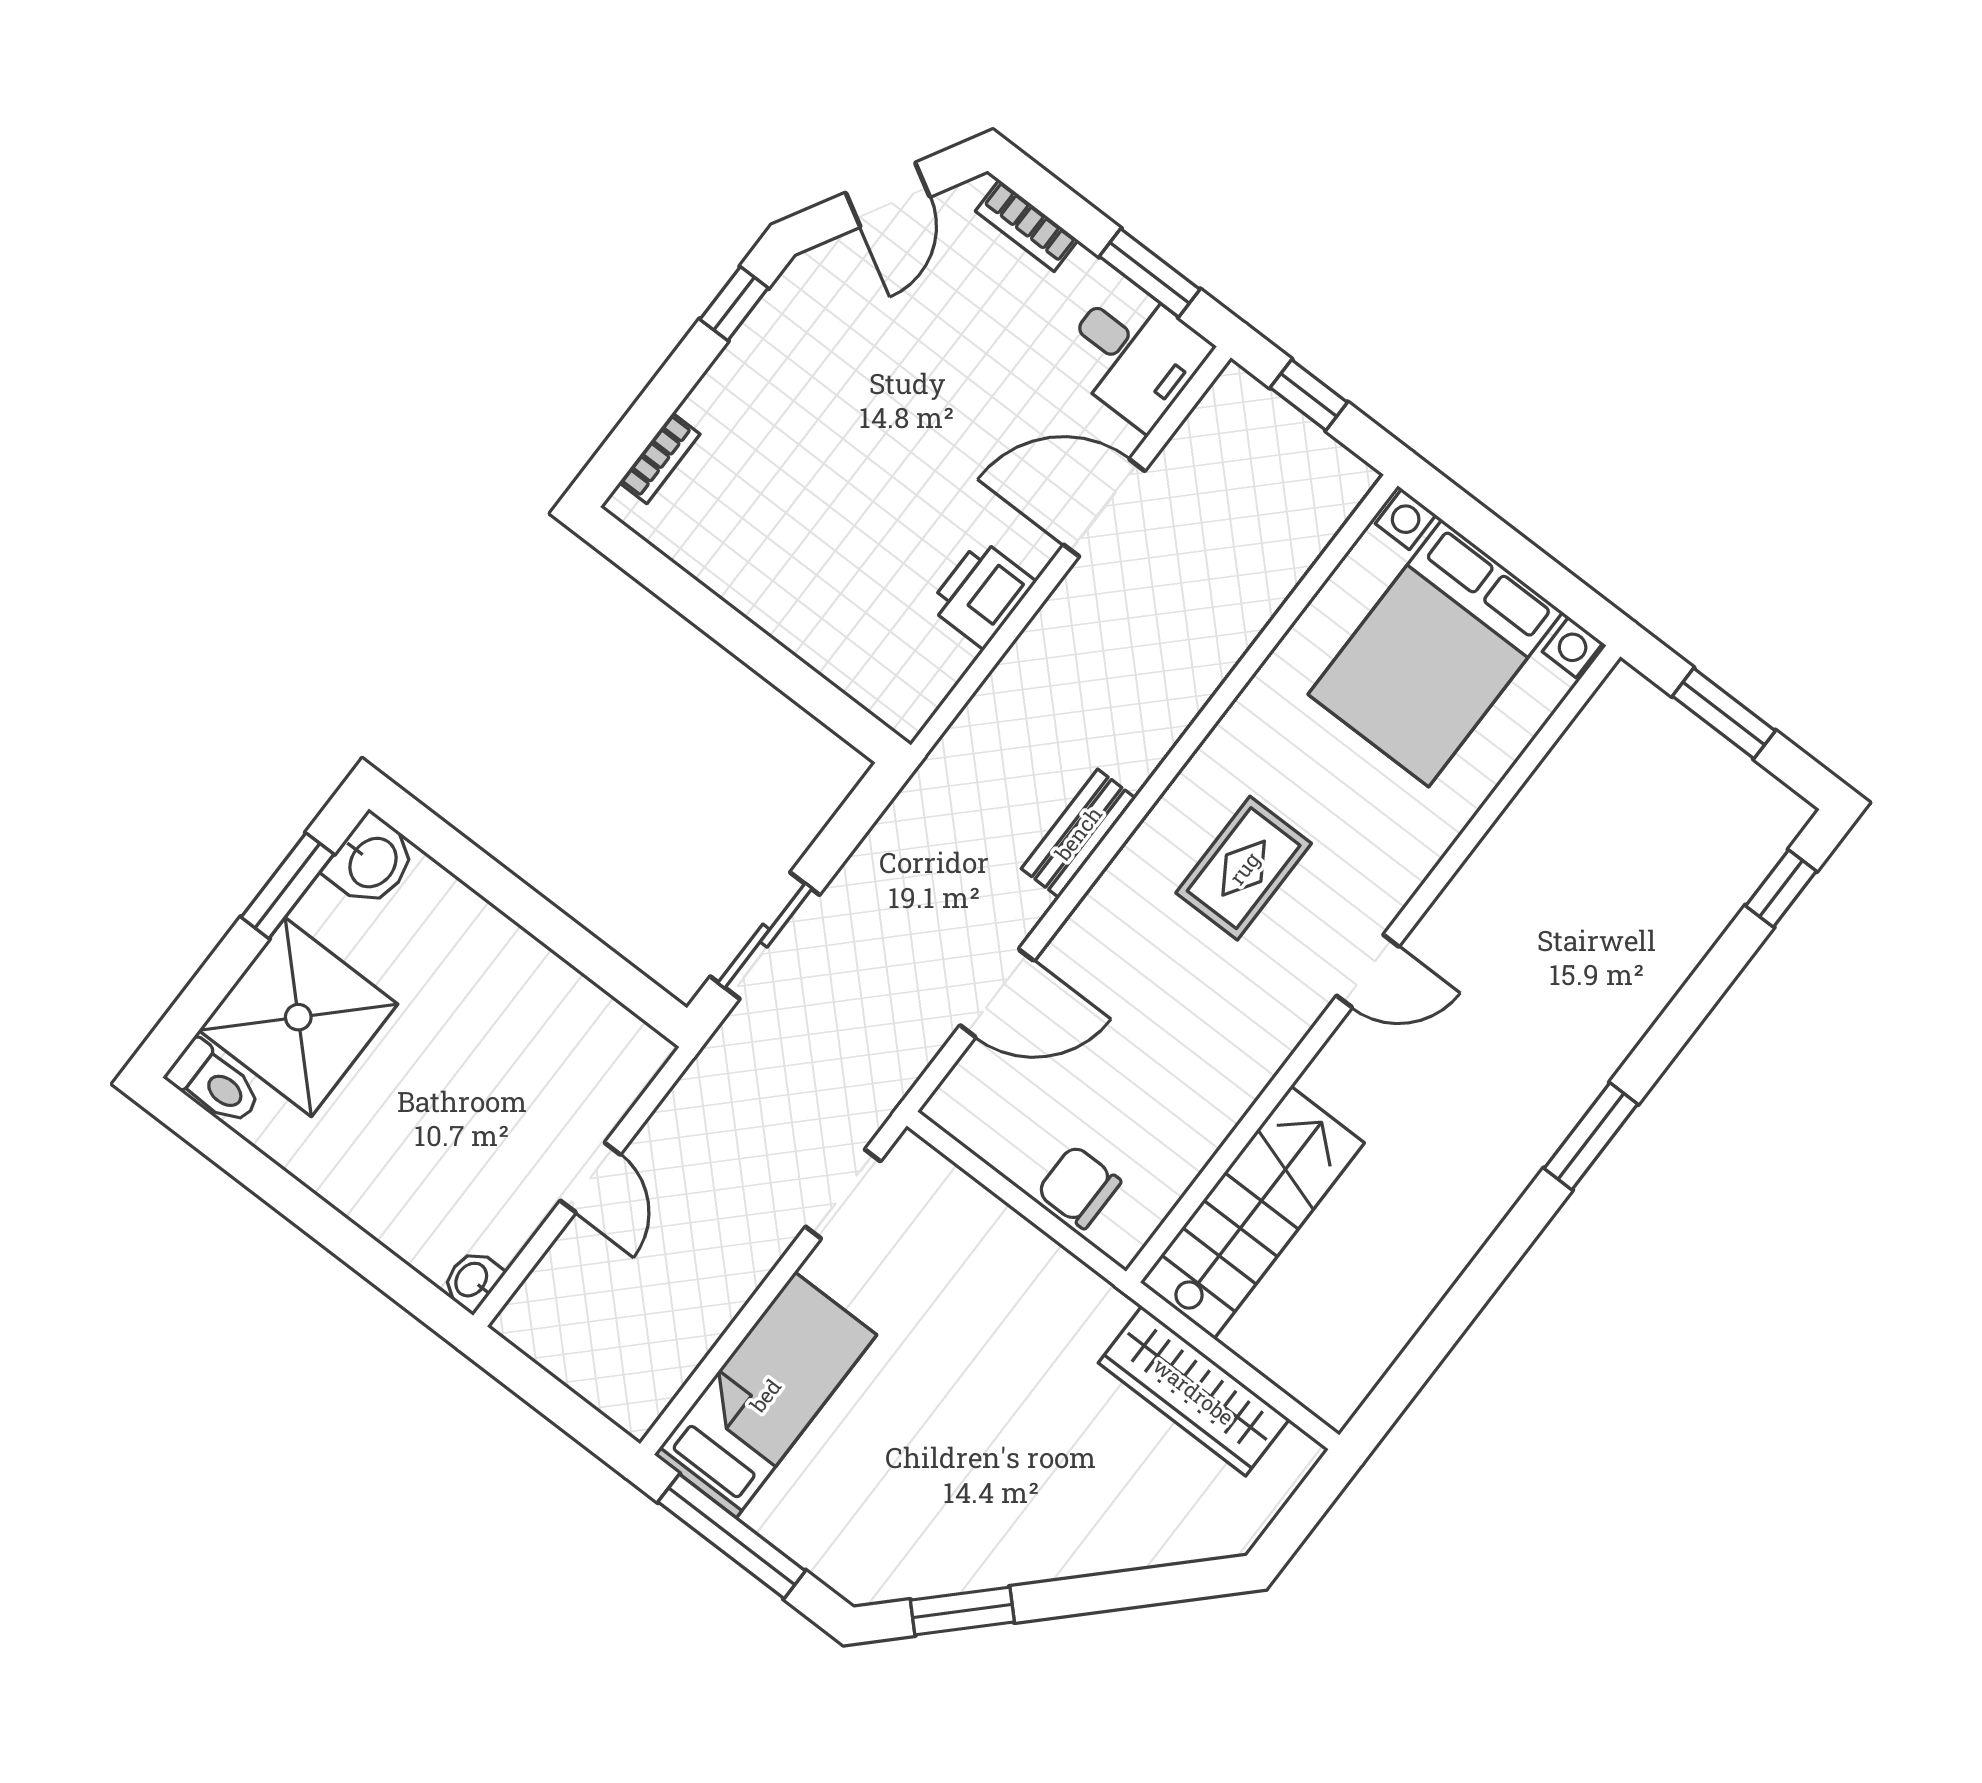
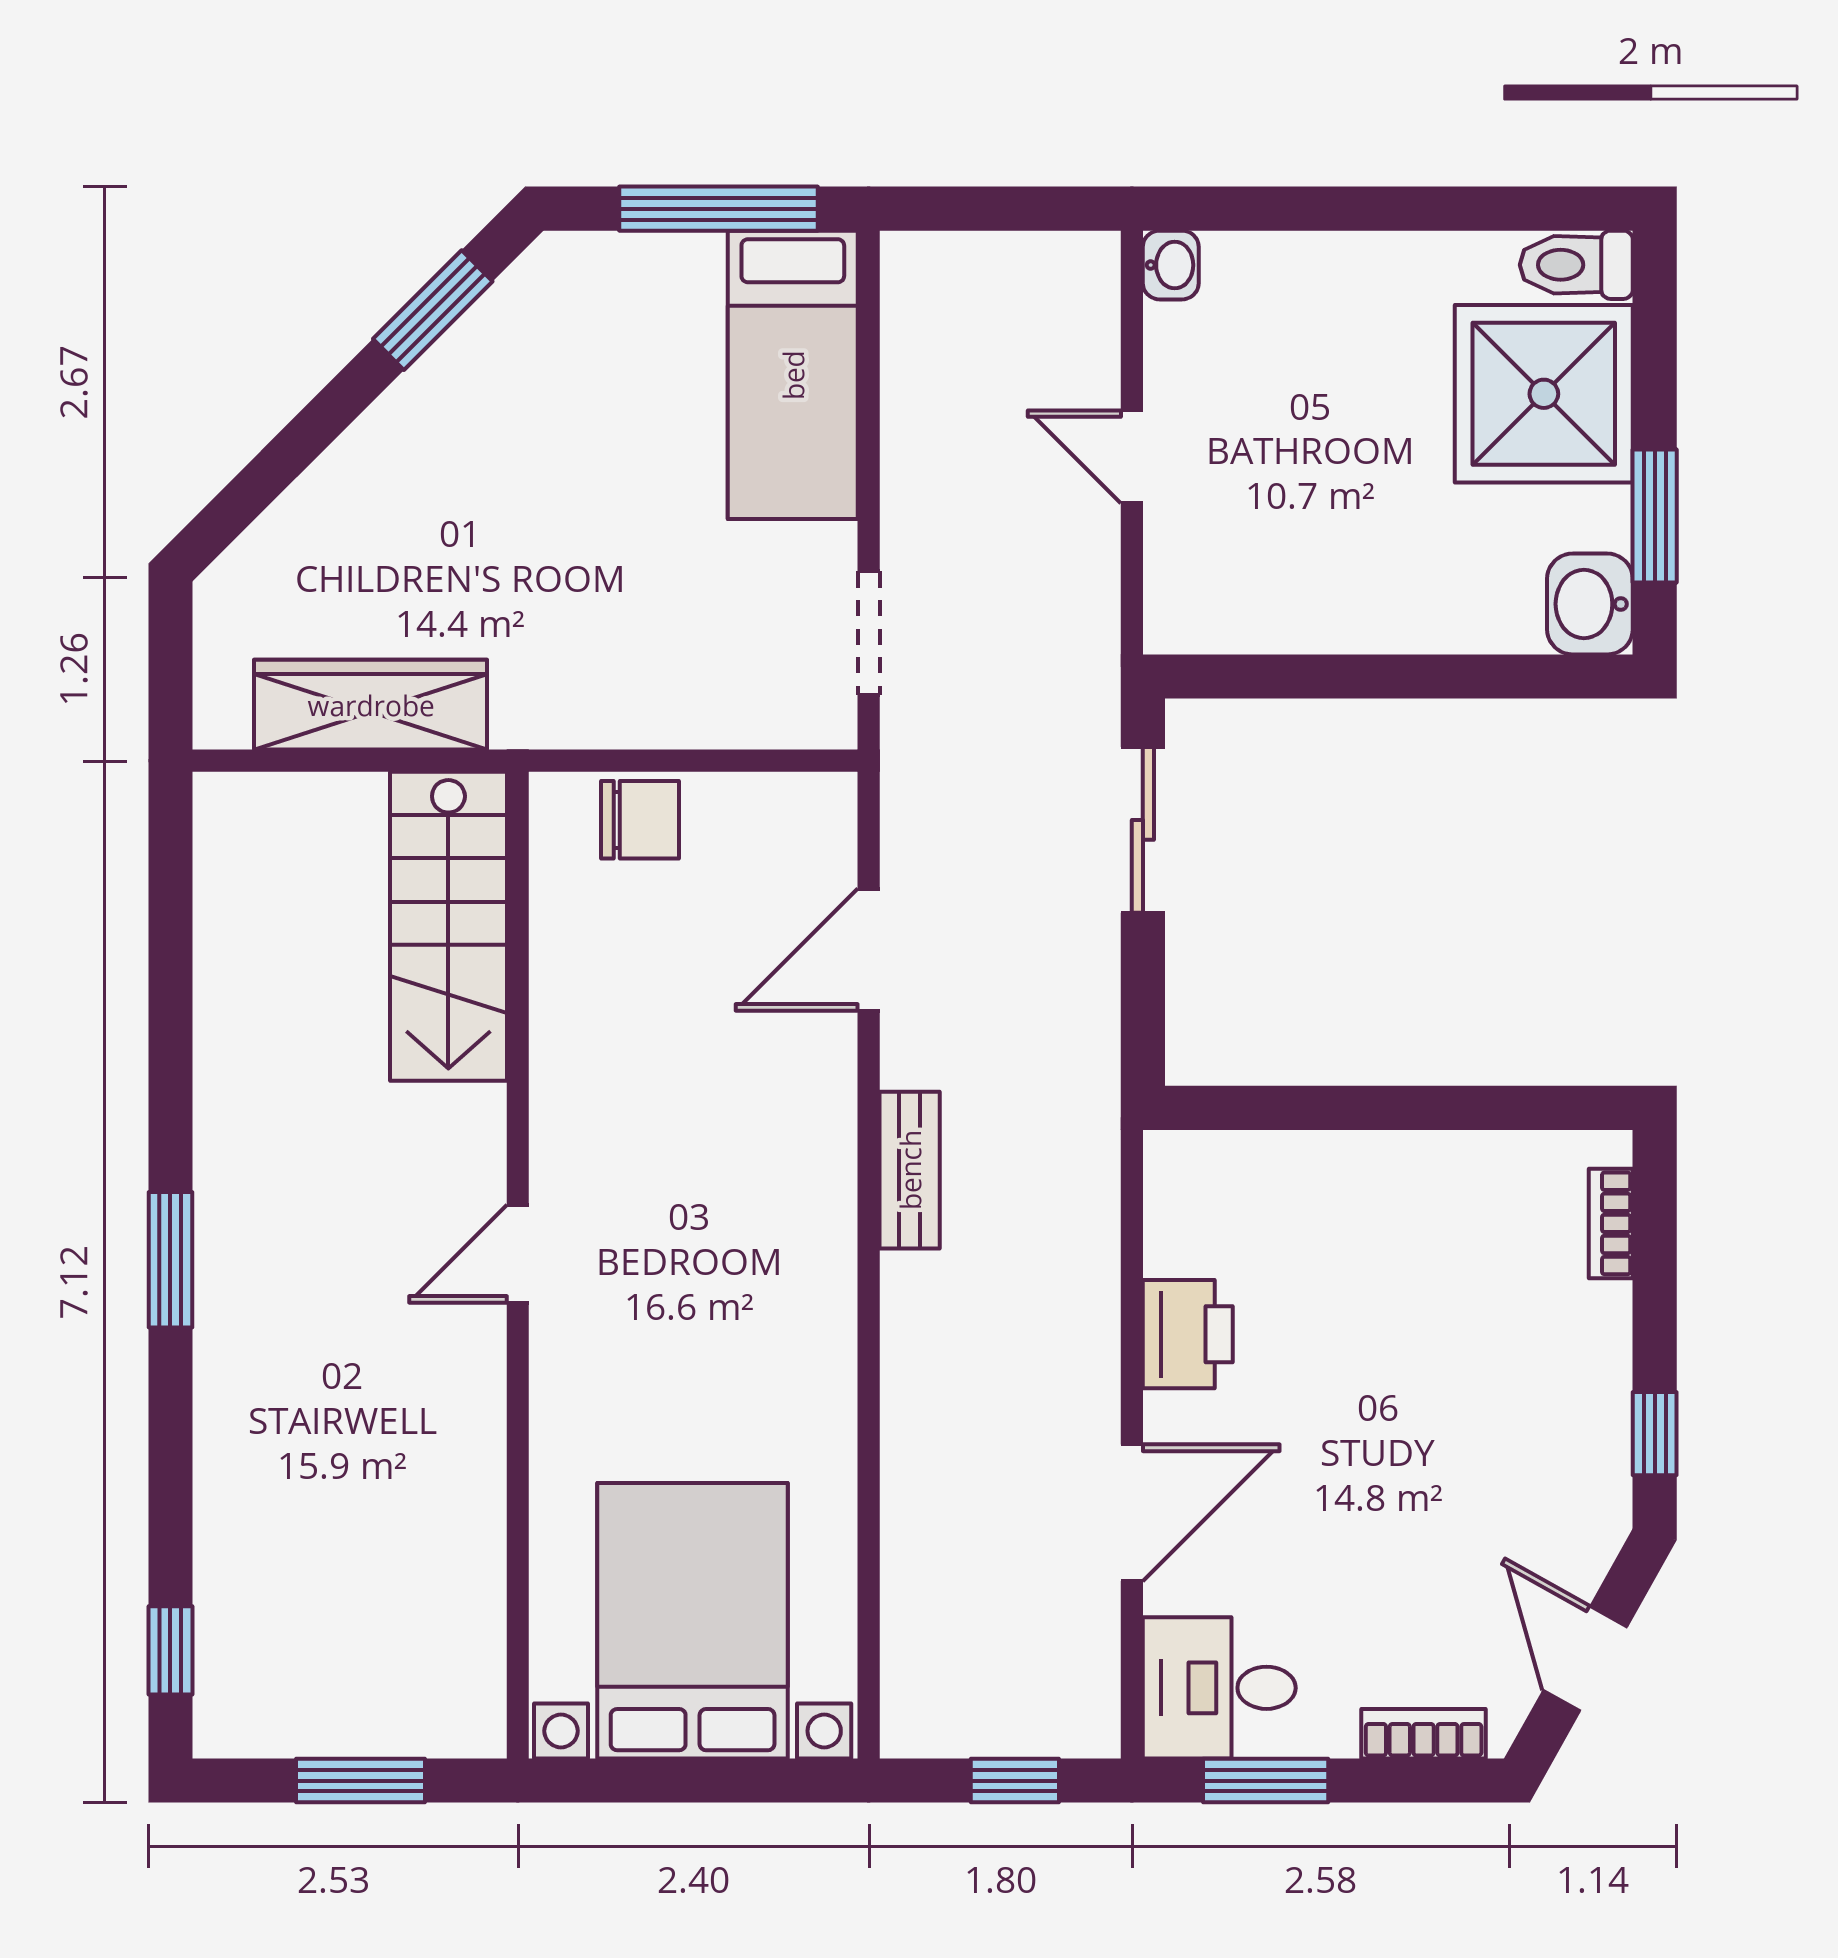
rug: (1244, 868) -> (719, 1261), removed

